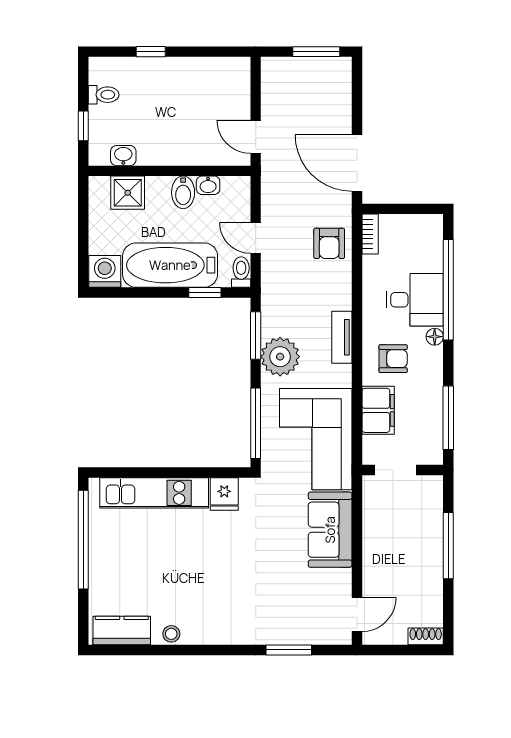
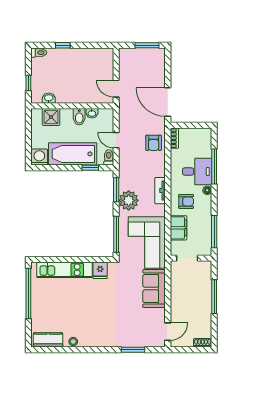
toilet: (104, 95) -> (39, 53), moved
window: (448, 290) -> (214, 166), width x0.68

